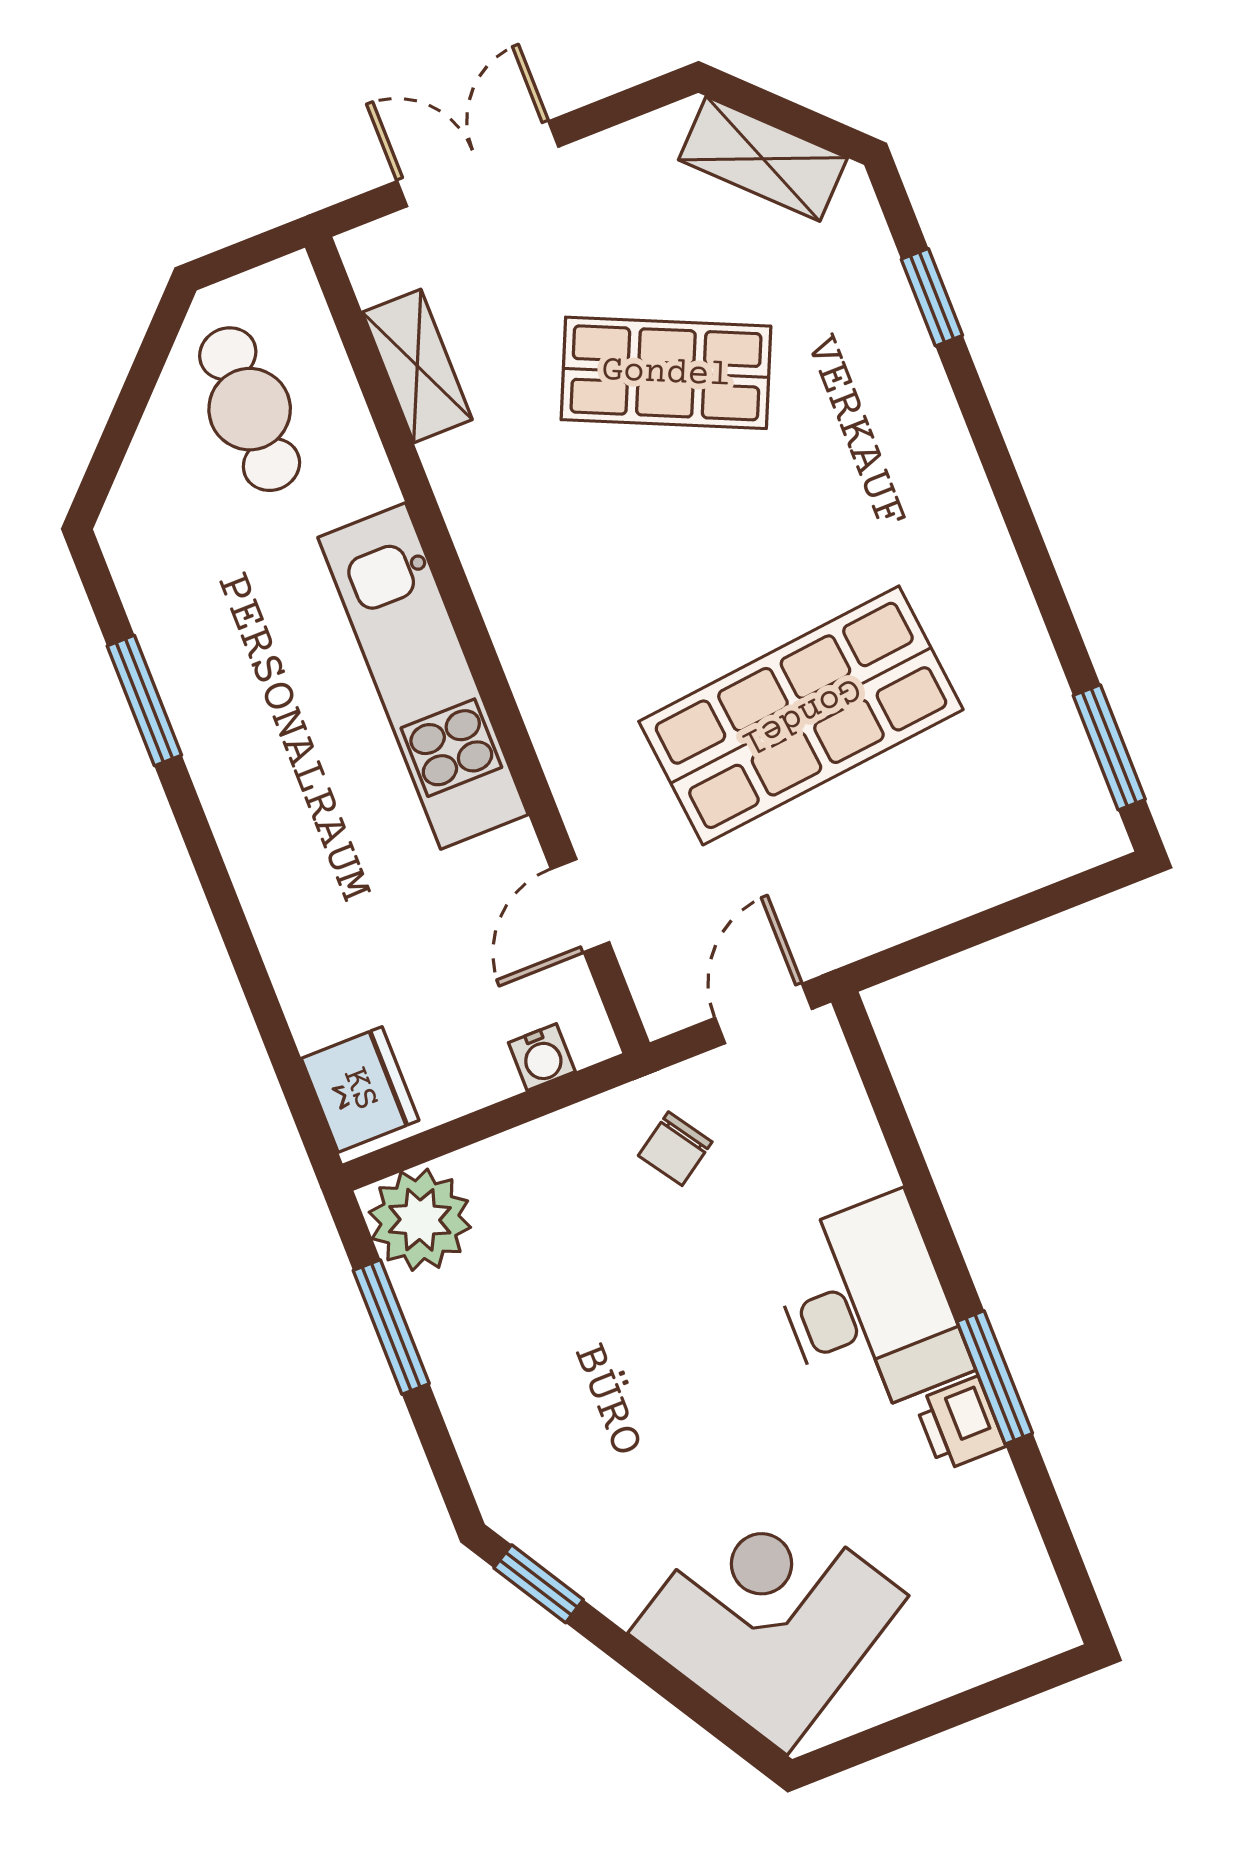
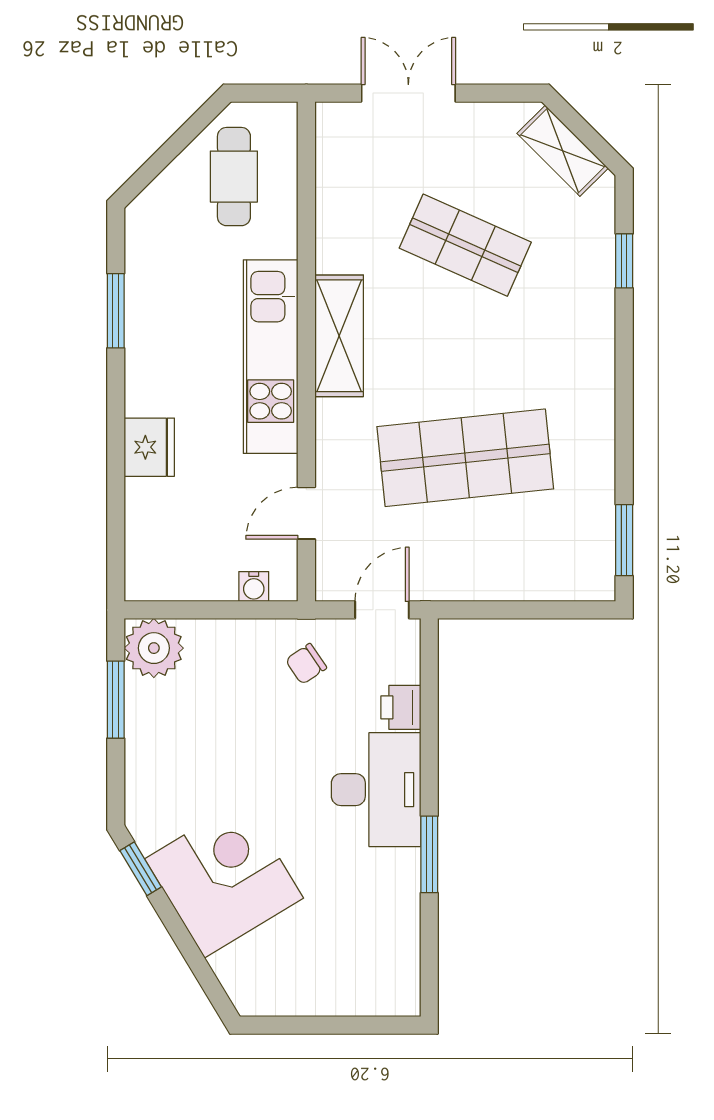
shelving: (417, 366) -> (339, 336), moved, width x1.50, depth x1.33
fridge: (360, 1089) -> (149, 447), moved
printer: (960, 1424) -> (401, 707), moved
corner desk: (768, 1615) -> (224, 878), moved

